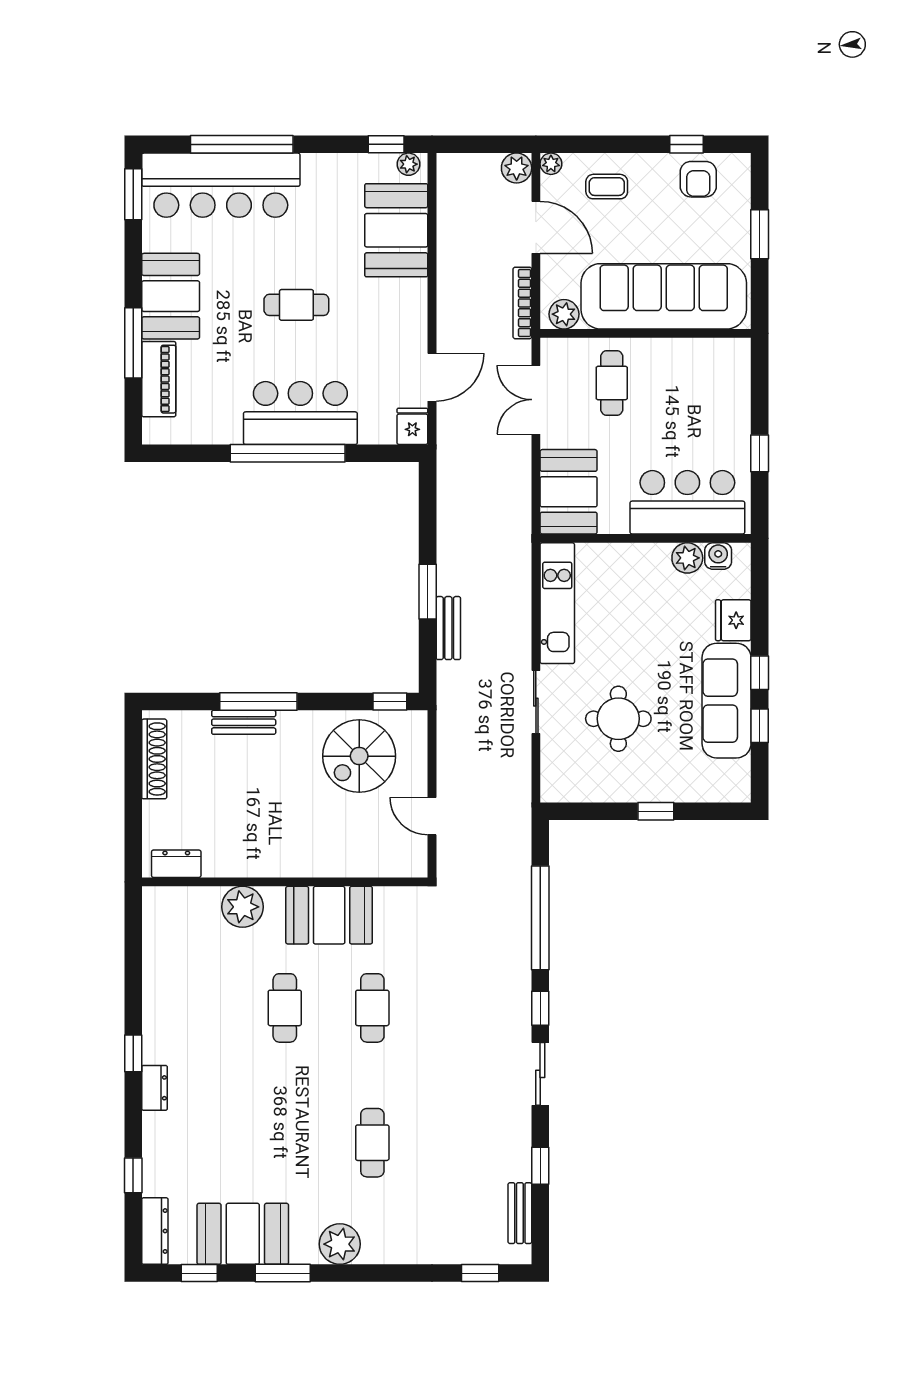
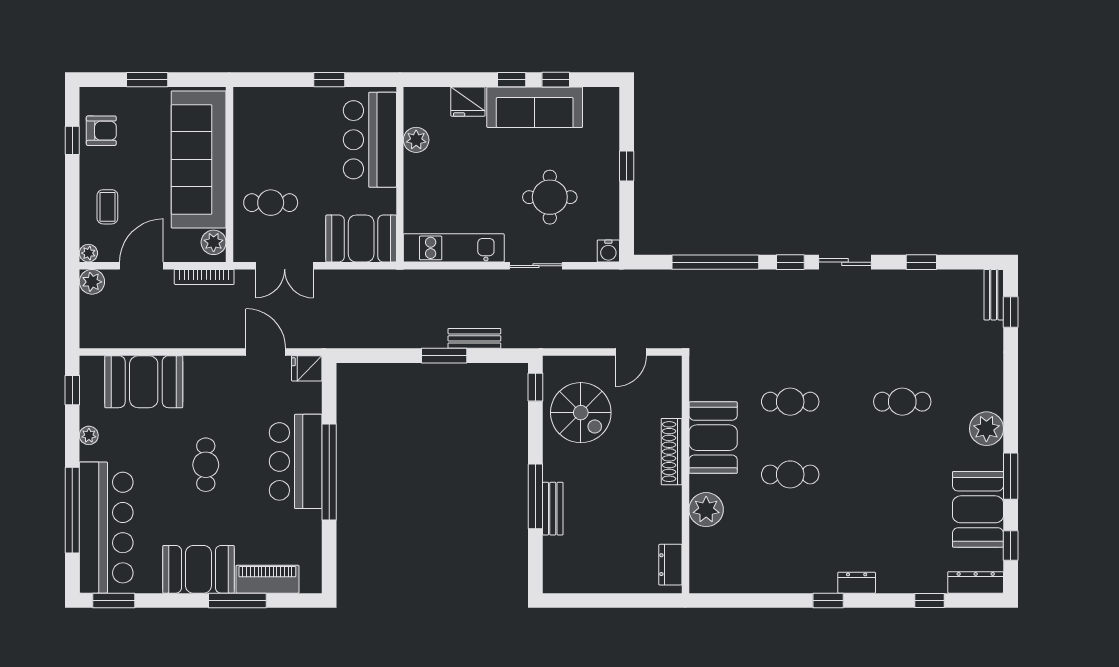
plant: (409, 164) -> (89, 435), moved
water cooler: (718, 556) -> (608, 251), moved, turned -90
shoe rack: (154, 759) -> (672, 452), moved, turned -90
bench: (520, 1213) -> (994, 295), moved, turned 90

